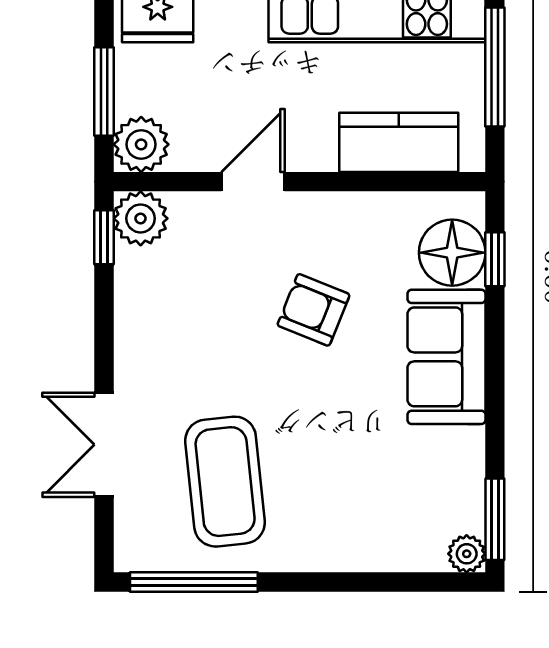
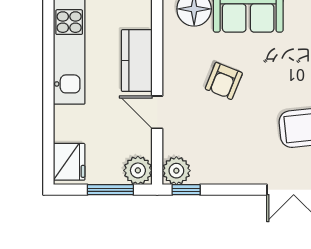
kitchen counter: (399, 142) -> (137, 61), moved

